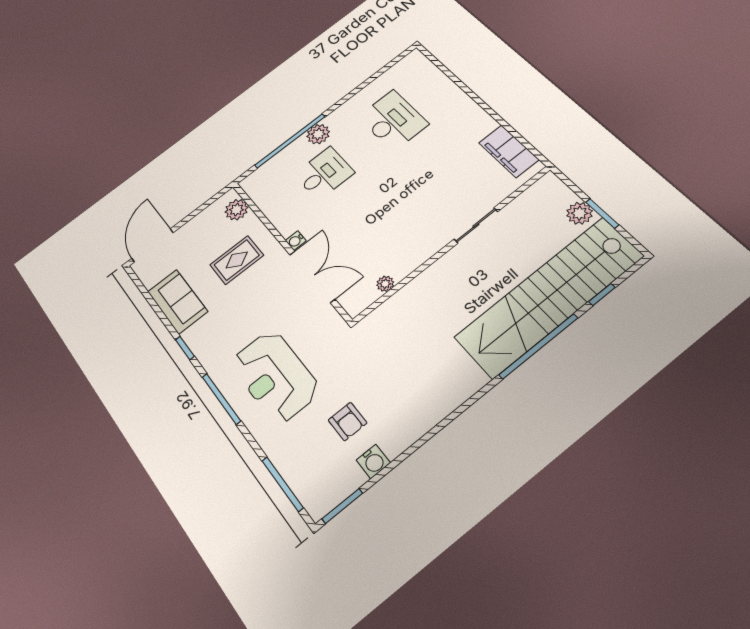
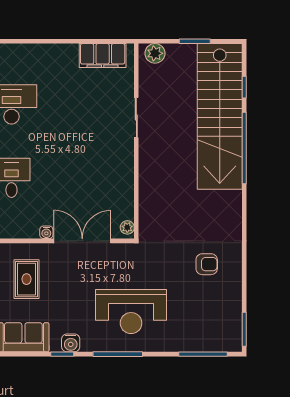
plant: (580, 213) -> (155, 53), moved
plant: (385, 284) -> (127, 227), moved
armchair: (348, 421) -> (207, 264), moved
water cooler: (373, 461) -> (71, 343), moved, turned 90

